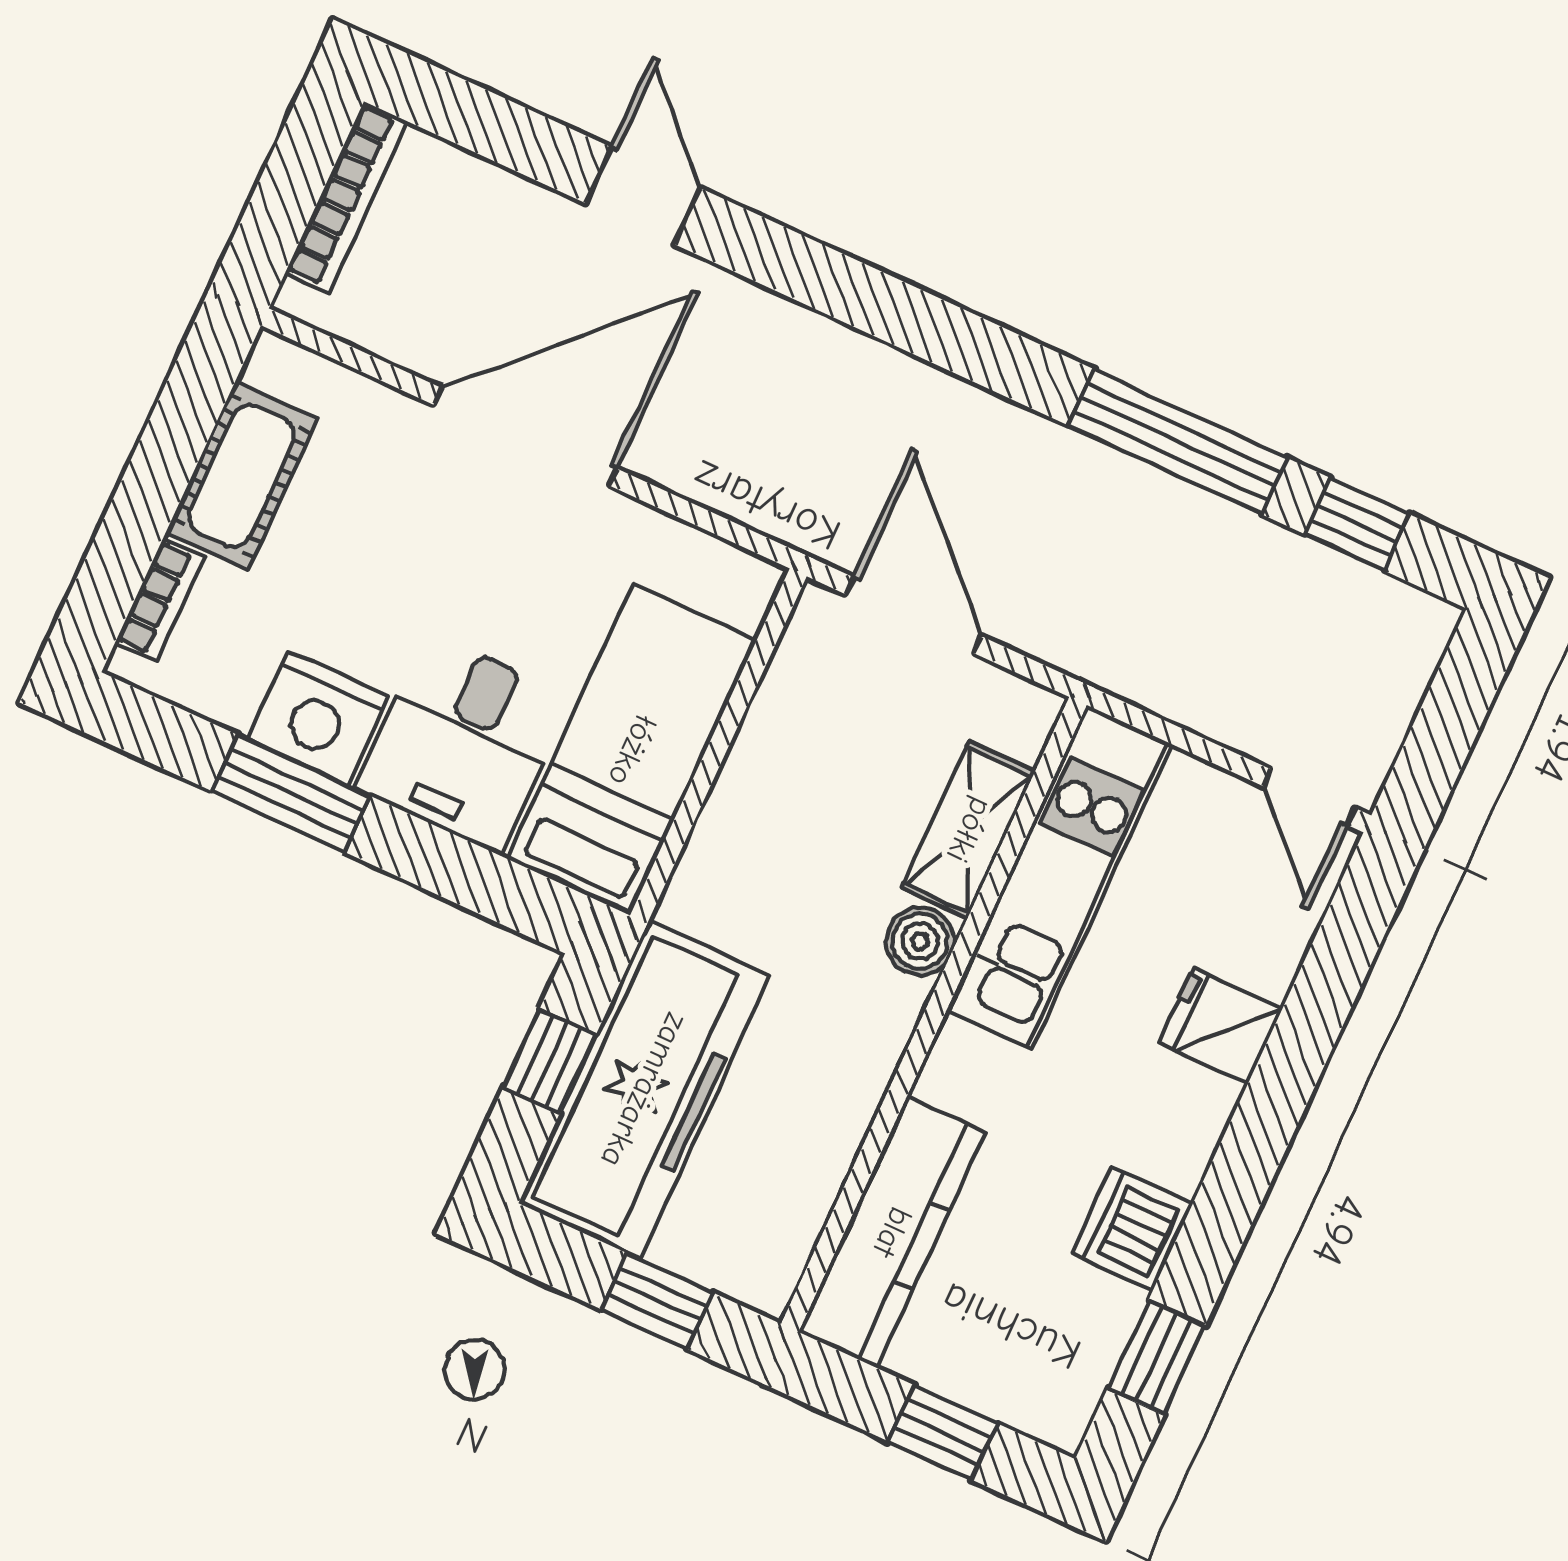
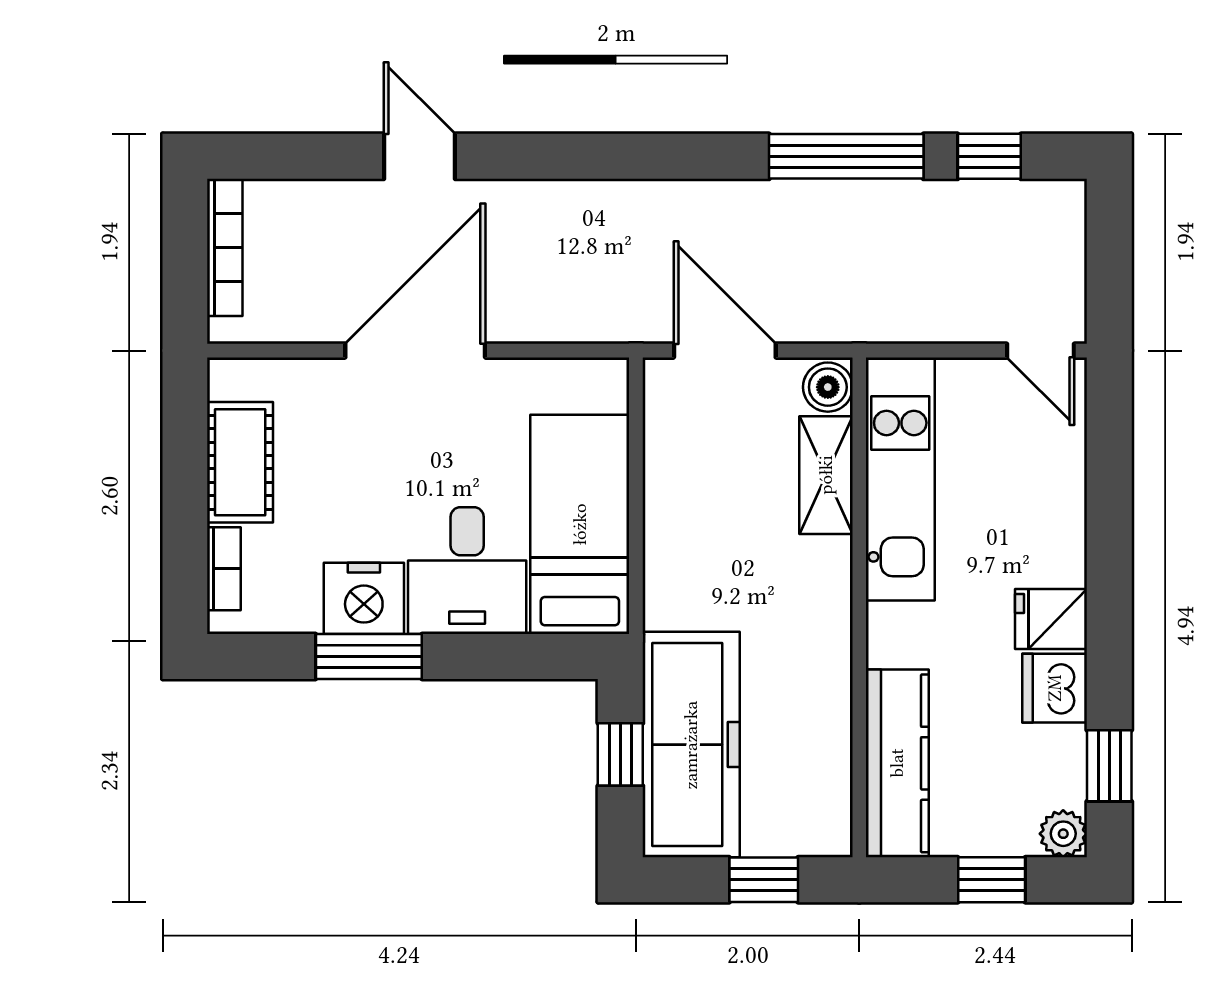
boiler: (920, 941) -> (828, 387), moved
fridge: (1220, 1026) -> (1051, 619), moved
plant: (1059, 1416) -> (1063, 834), added

